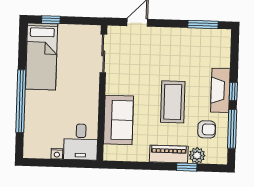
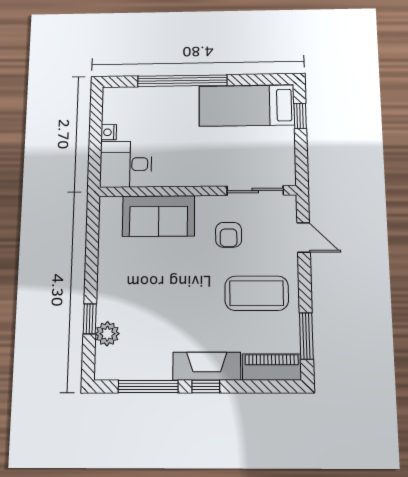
coffee table: (173, 102) -> (257, 293), moved
armchair: (207, 129) -> (229, 235), moved
piano: (169, 154) -> (272, 367), moved, turned -90

